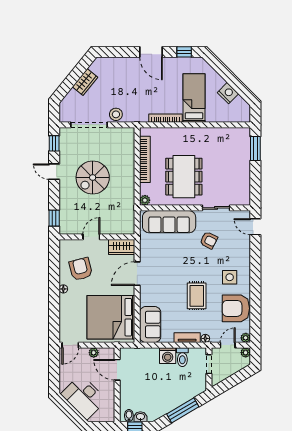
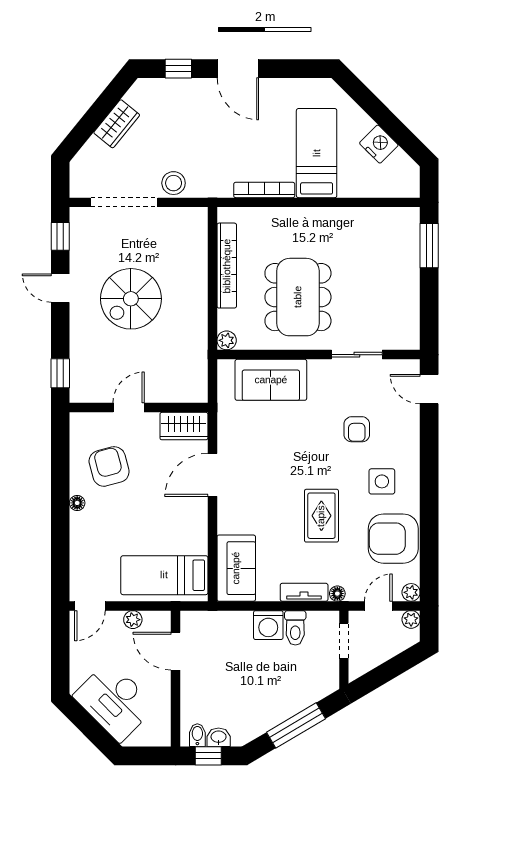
window: (184, 52) -> (178, 69), moved
sofa: (169, 222) -> (271, 380), width x0.73
armchair: (209, 240) -> (357, 429), moved, turned 63
bed: (111, 317) -> (164, 575), width x0.49

